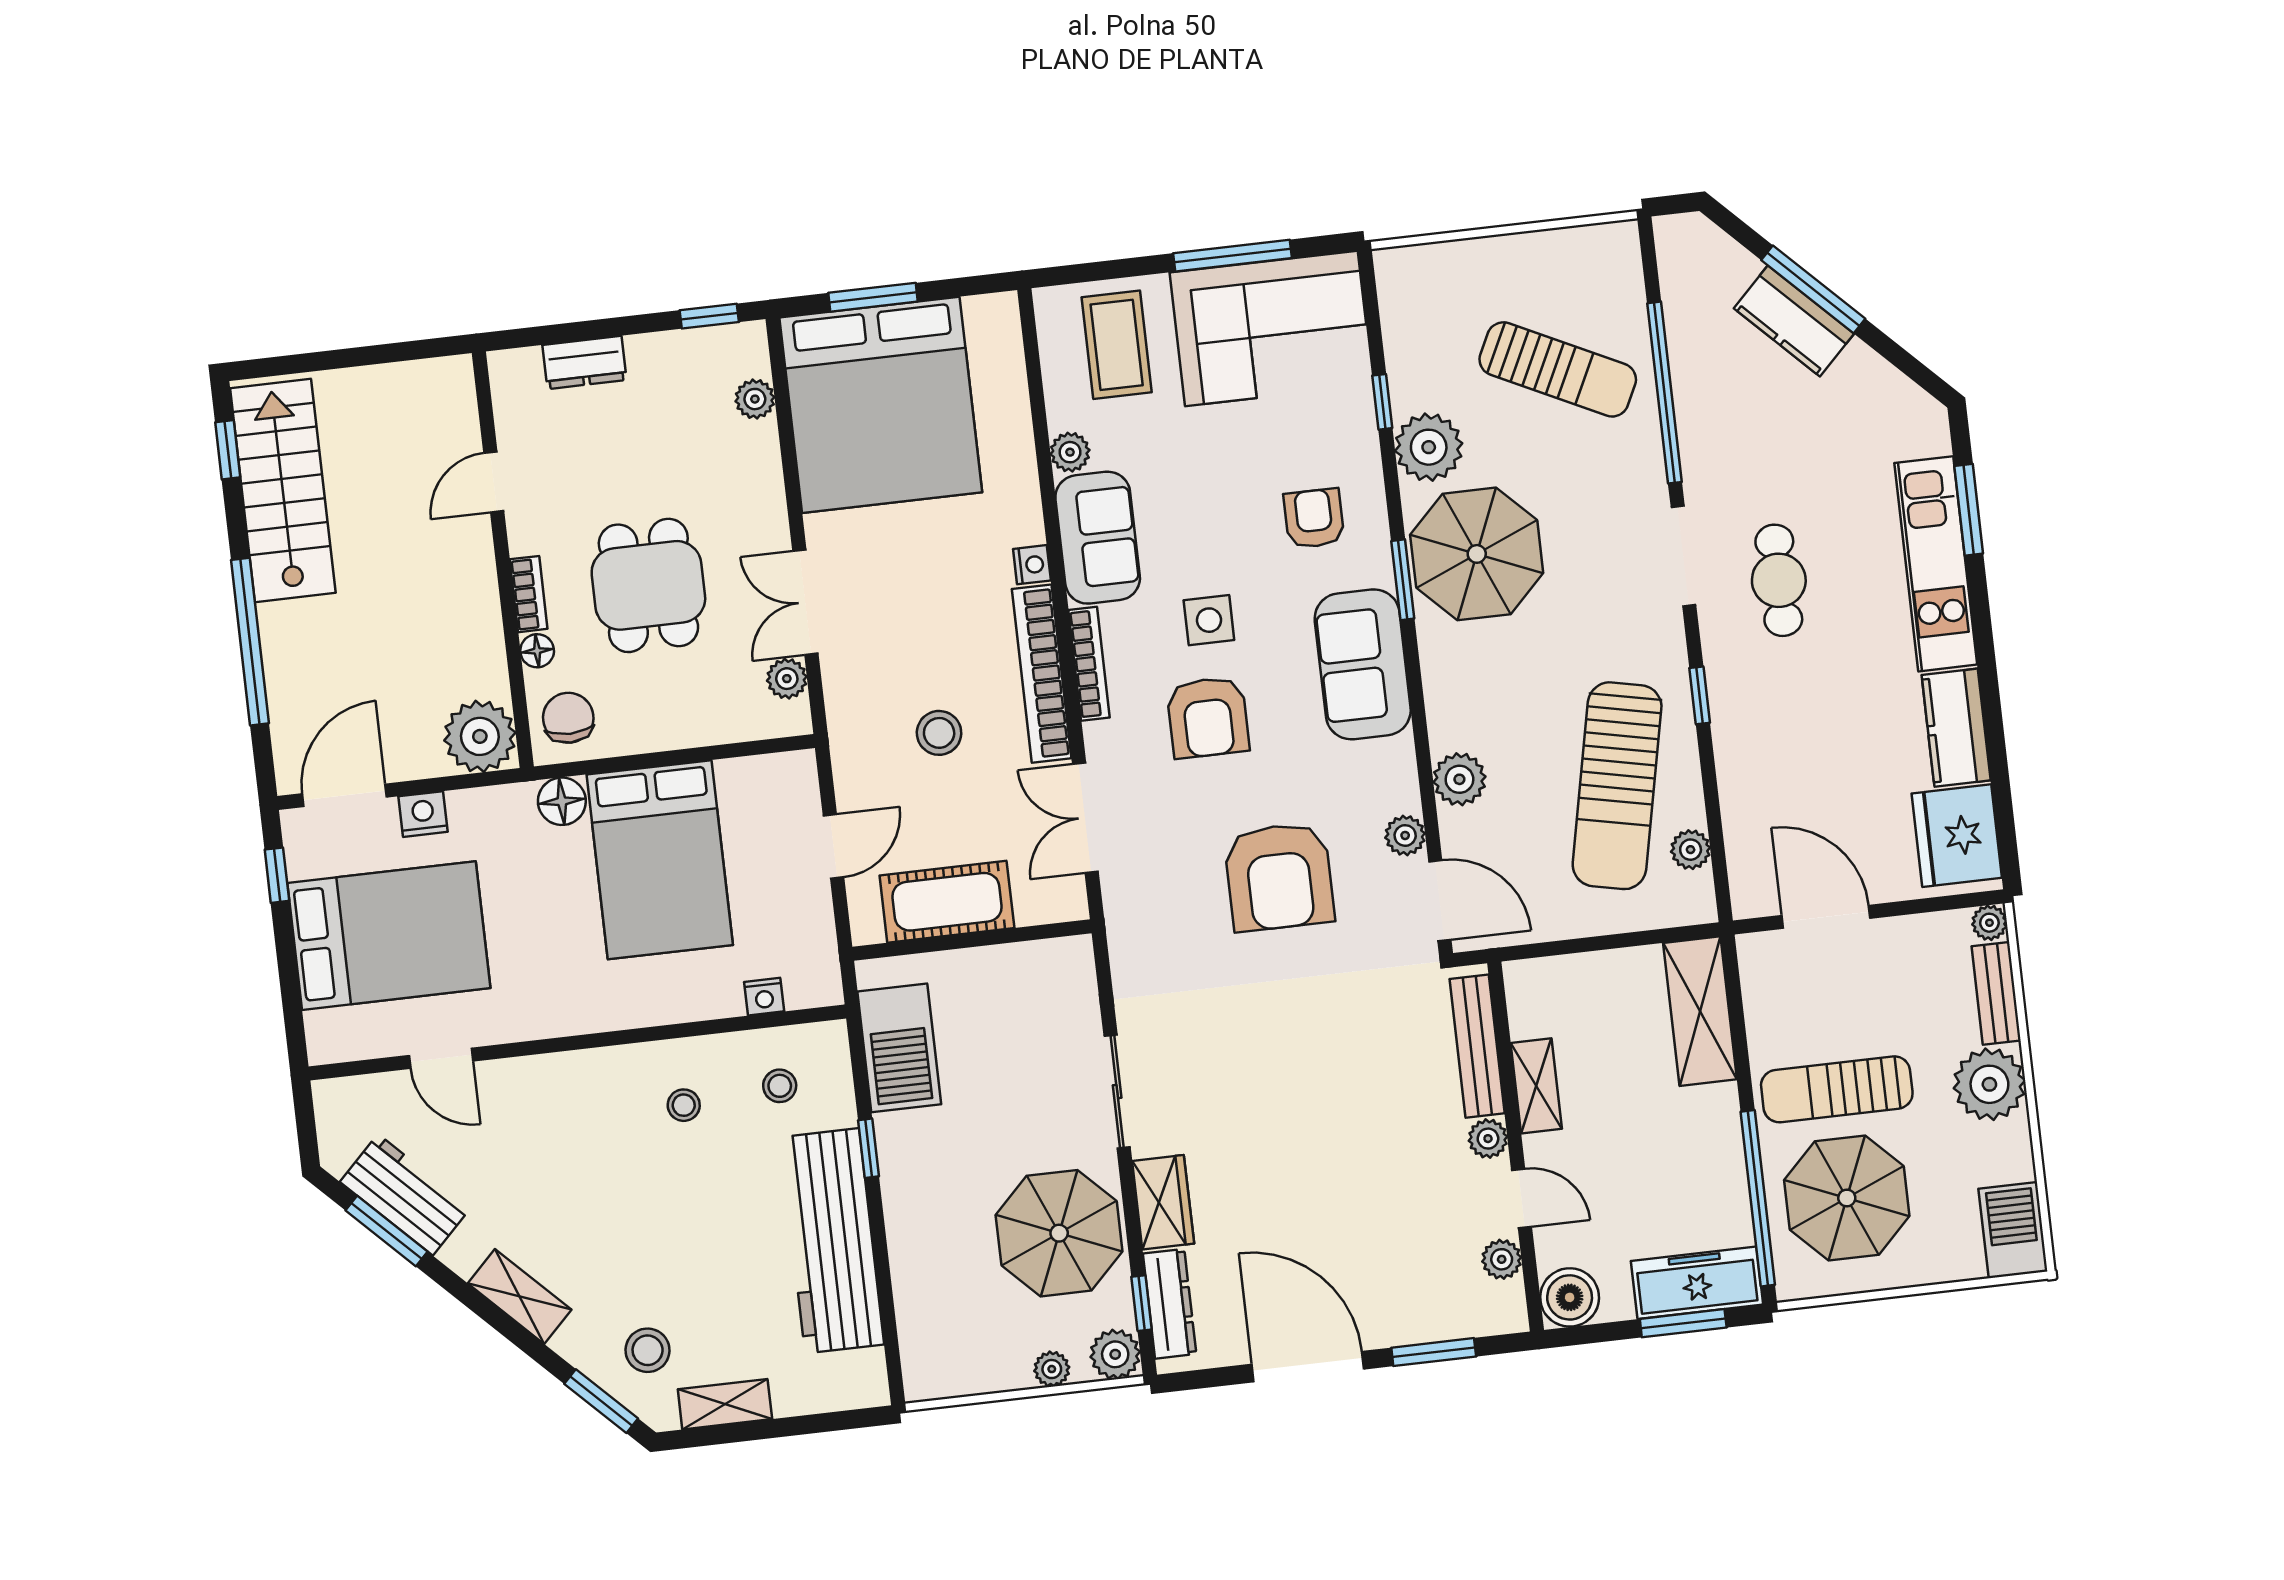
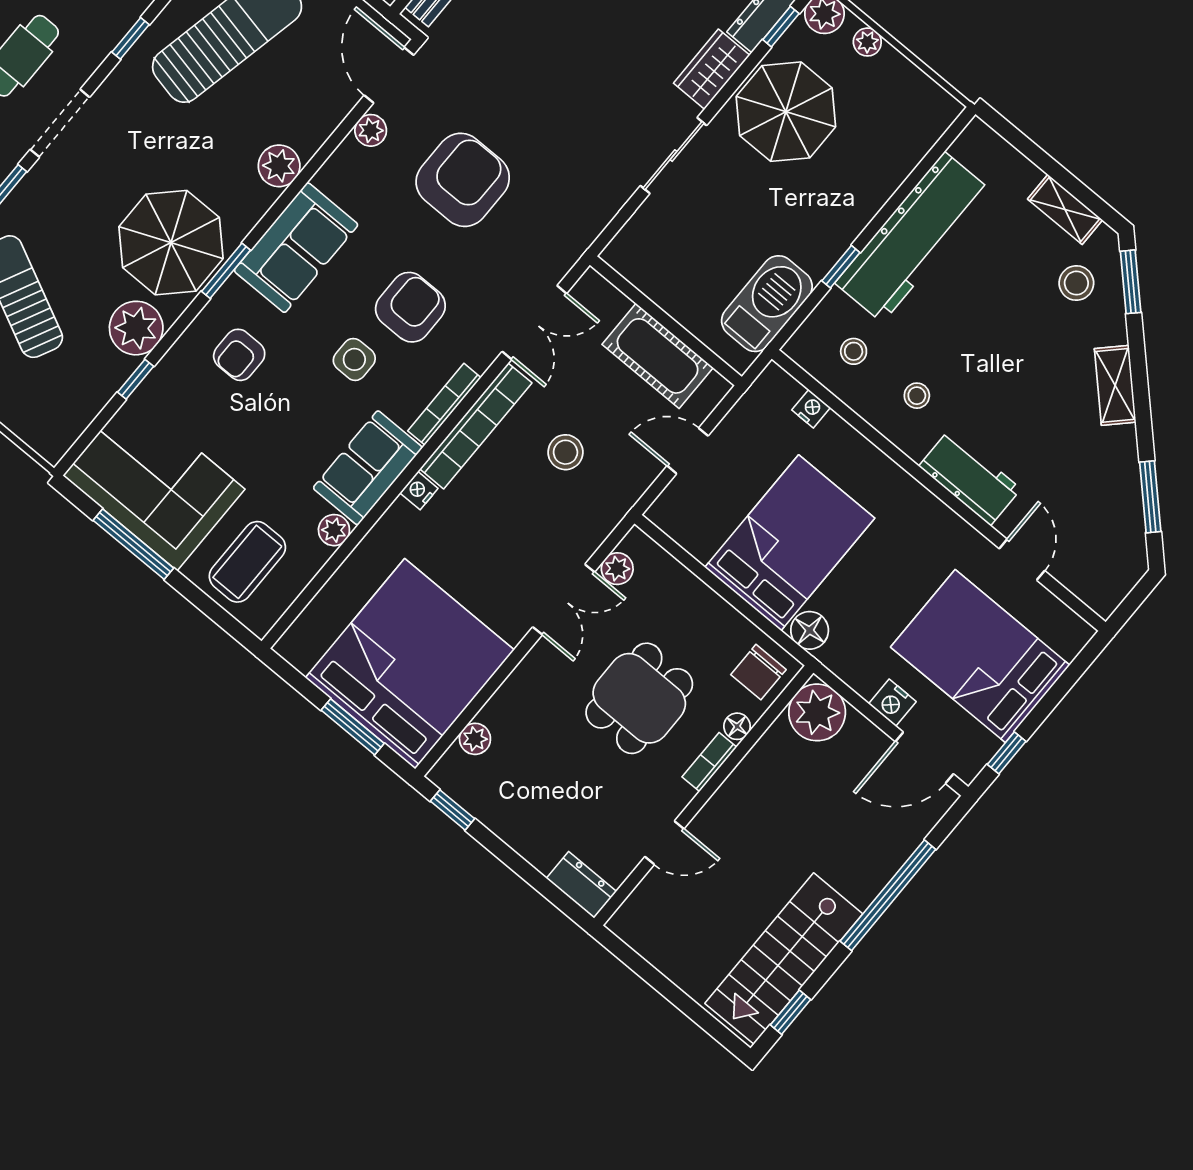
dresser: (585, 362) -> (581, 885), moved
plant: (1459, 779) -> (279, 166), moved
workbench: (405, 1195) -> (970, 478), moved, turned 135

